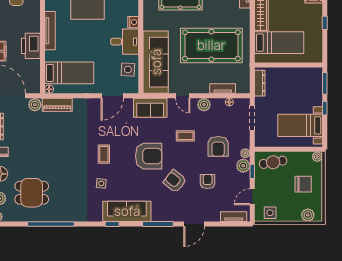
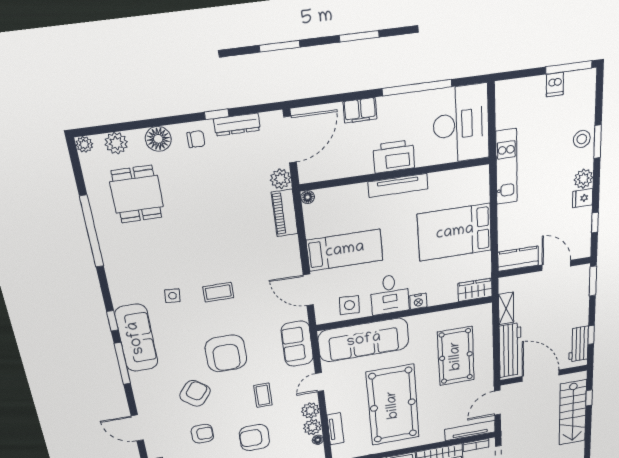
printer: (31, 46) -> (394, 156), moved
bed: (69, 73) -> (345, 250), moved, turned -90
plant: (218, 105) -> (312, 427), added
window: (158, 224) -> (122, 364), moved

